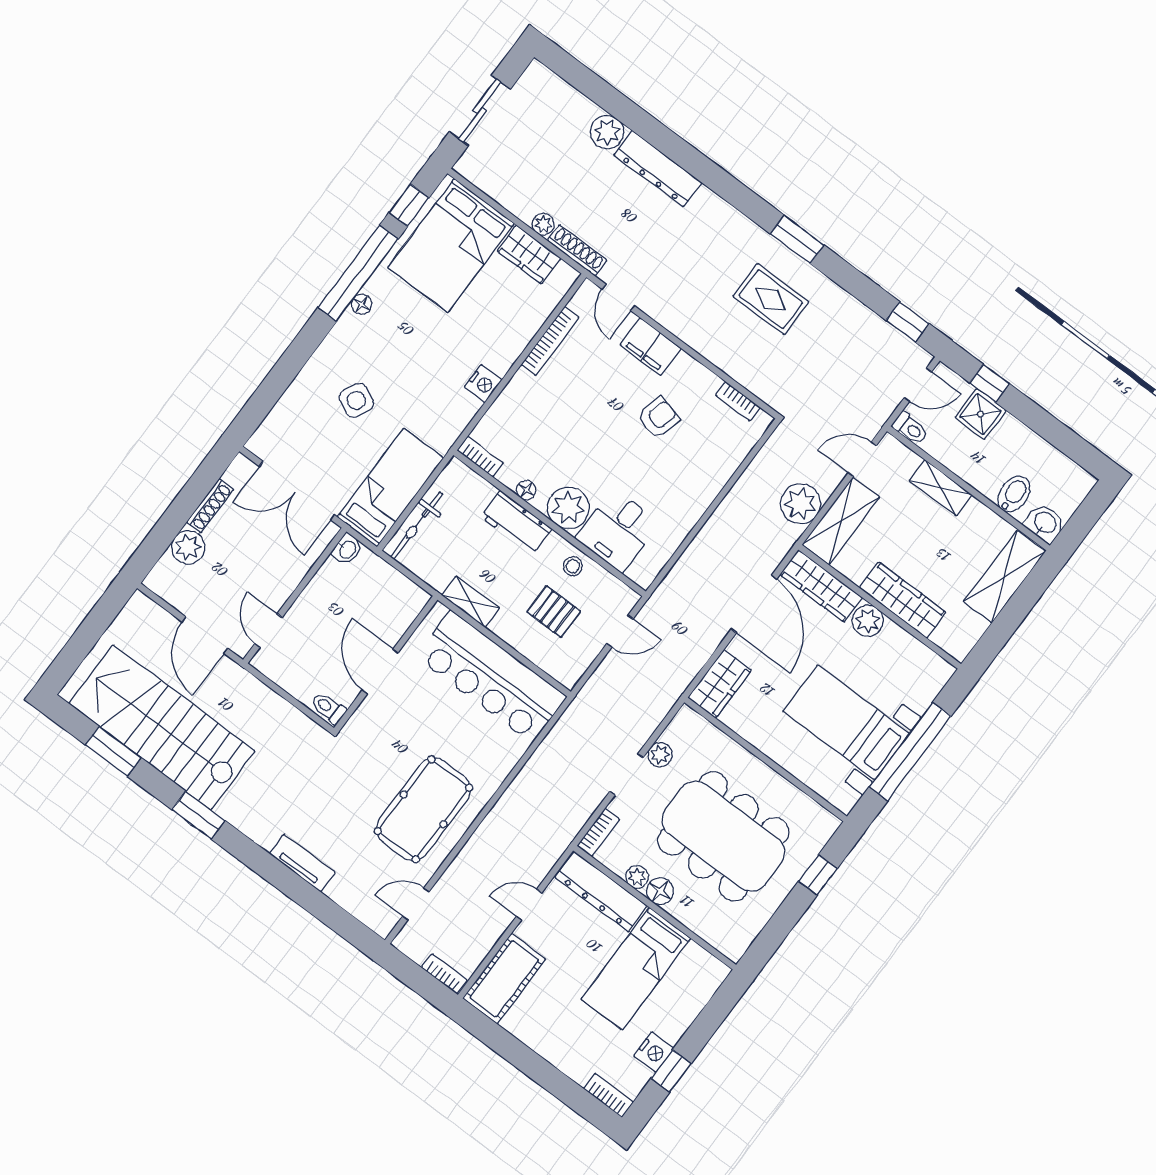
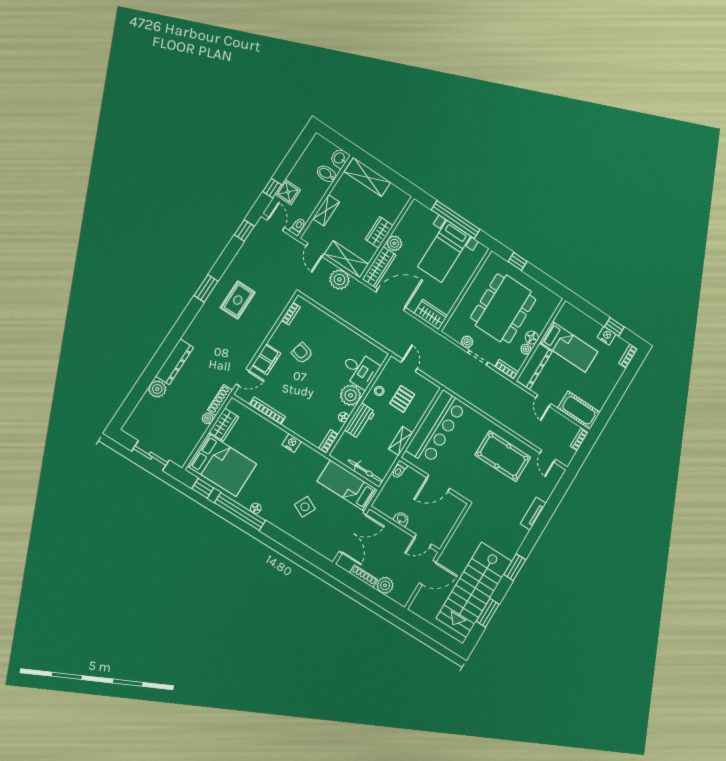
washbasin: (347, 549) -> (401, 519), moved
wardrobe: (903, 600) -> (379, 232), width x0.67
toilet: (328, 708) -> (399, 470), moved

